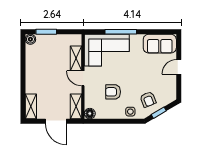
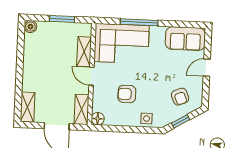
window: (46, 32) -> (62, 19), moved
armchair: (148, 99) -> (180, 97), moved

